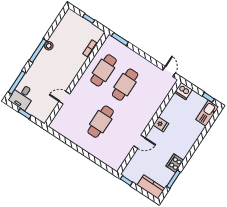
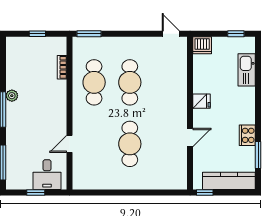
desk: (22, 96) -> (47, 175), moved
kitchen sink: (207, 113) -> (247, 70), moved
kitchen counter: (151, 187) -> (229, 181), width x1.50

